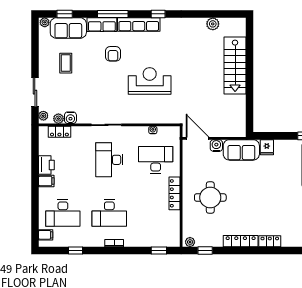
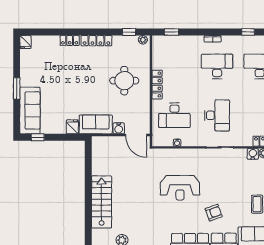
armchair: (113, 54) -> (214, 213), turned 70

